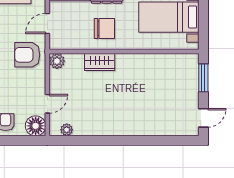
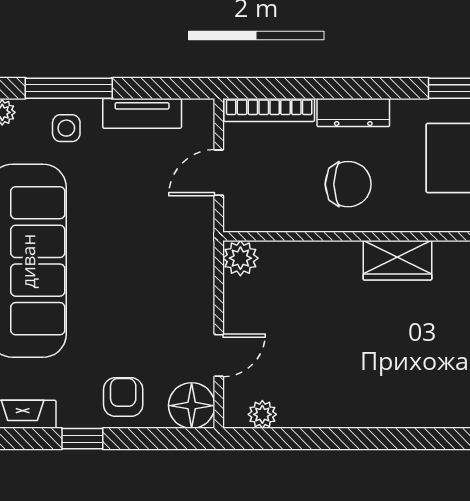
armchair: (27, 55) -> (173, 244), removed
wardrobe: (100, 62) -> (397, 260), moved

